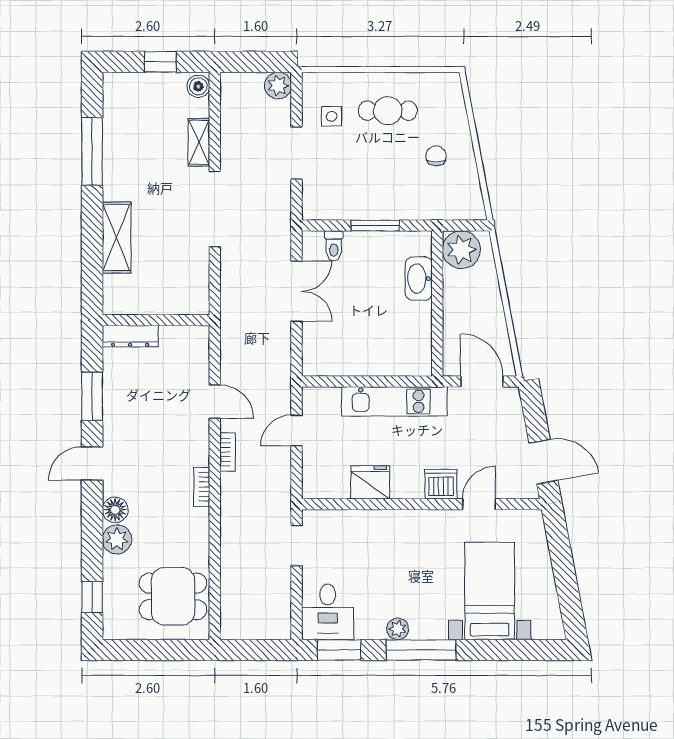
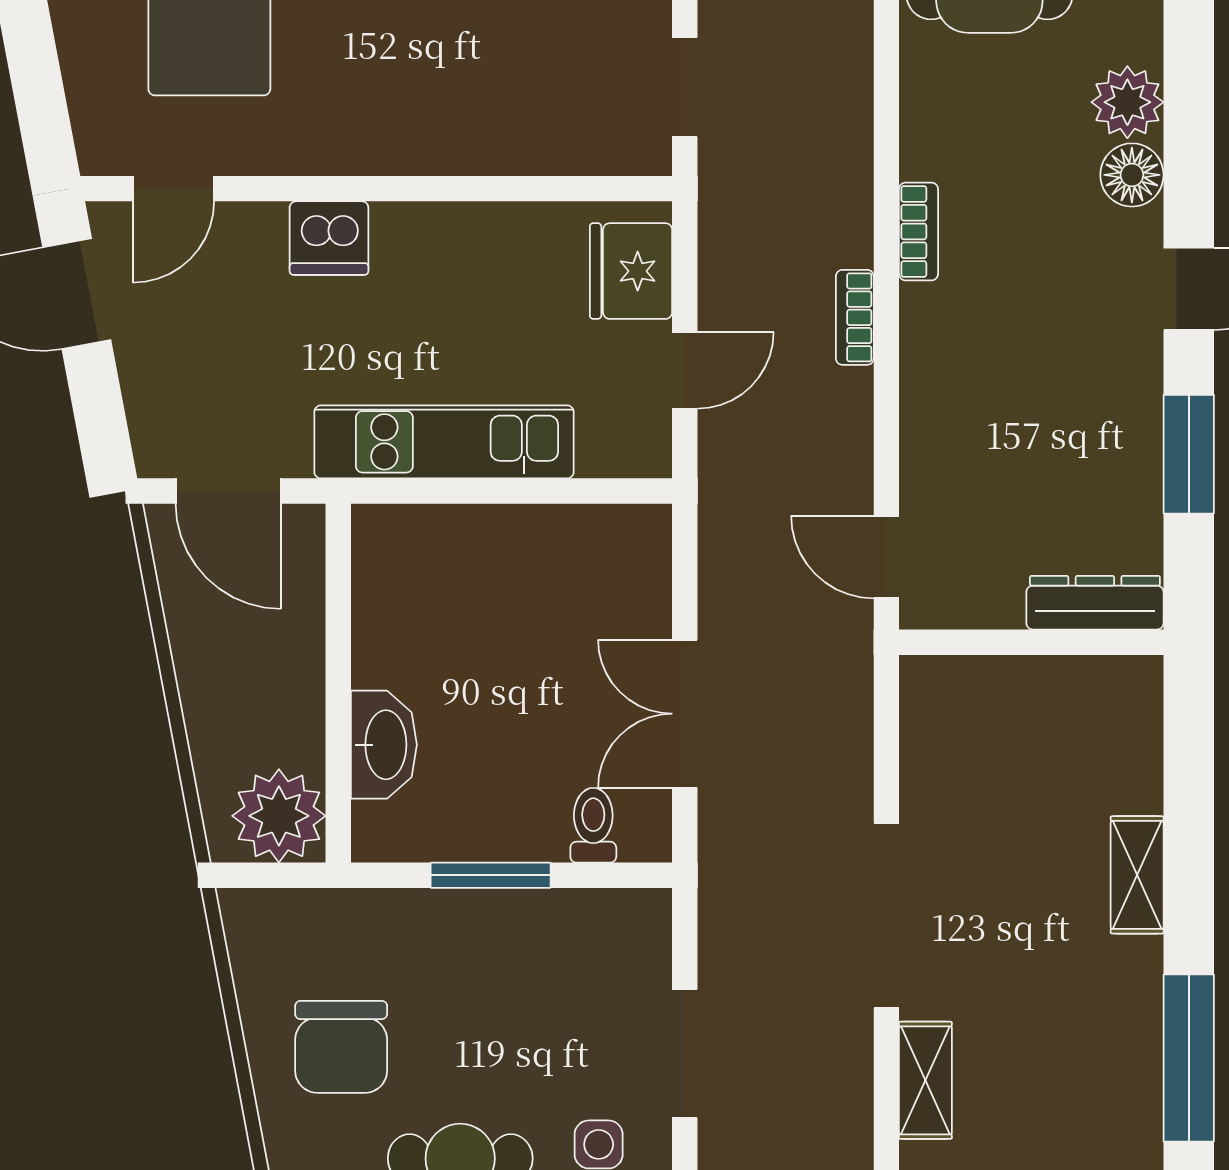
chair: (436, 156) -> (341, 1047), width x1.87, depth x1.87
shelving: (117, 238) -> (1137, 875), width x0.67, depth x0.75
door: (215, 402) -> (886, 557), moved
fridge: (370, 482) -> (631, 271), moved, turned 90
door: (479, 504) -> (173, 189), moved

